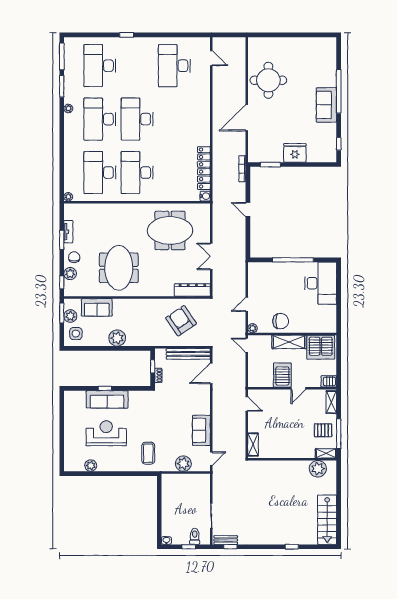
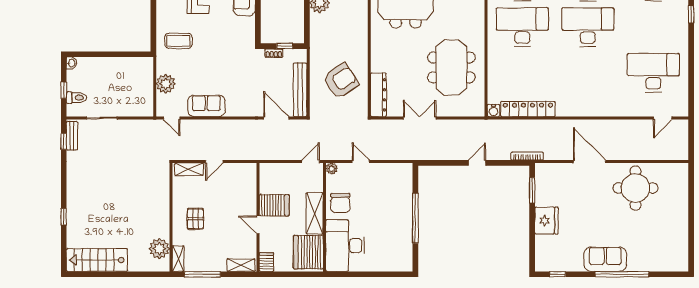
desk: (321, 283) -> (345, 246), moved, turned 90
door: (247, 404) -> (214, 162), moved
pallet: (323, 430) -> (195, 219), moved

